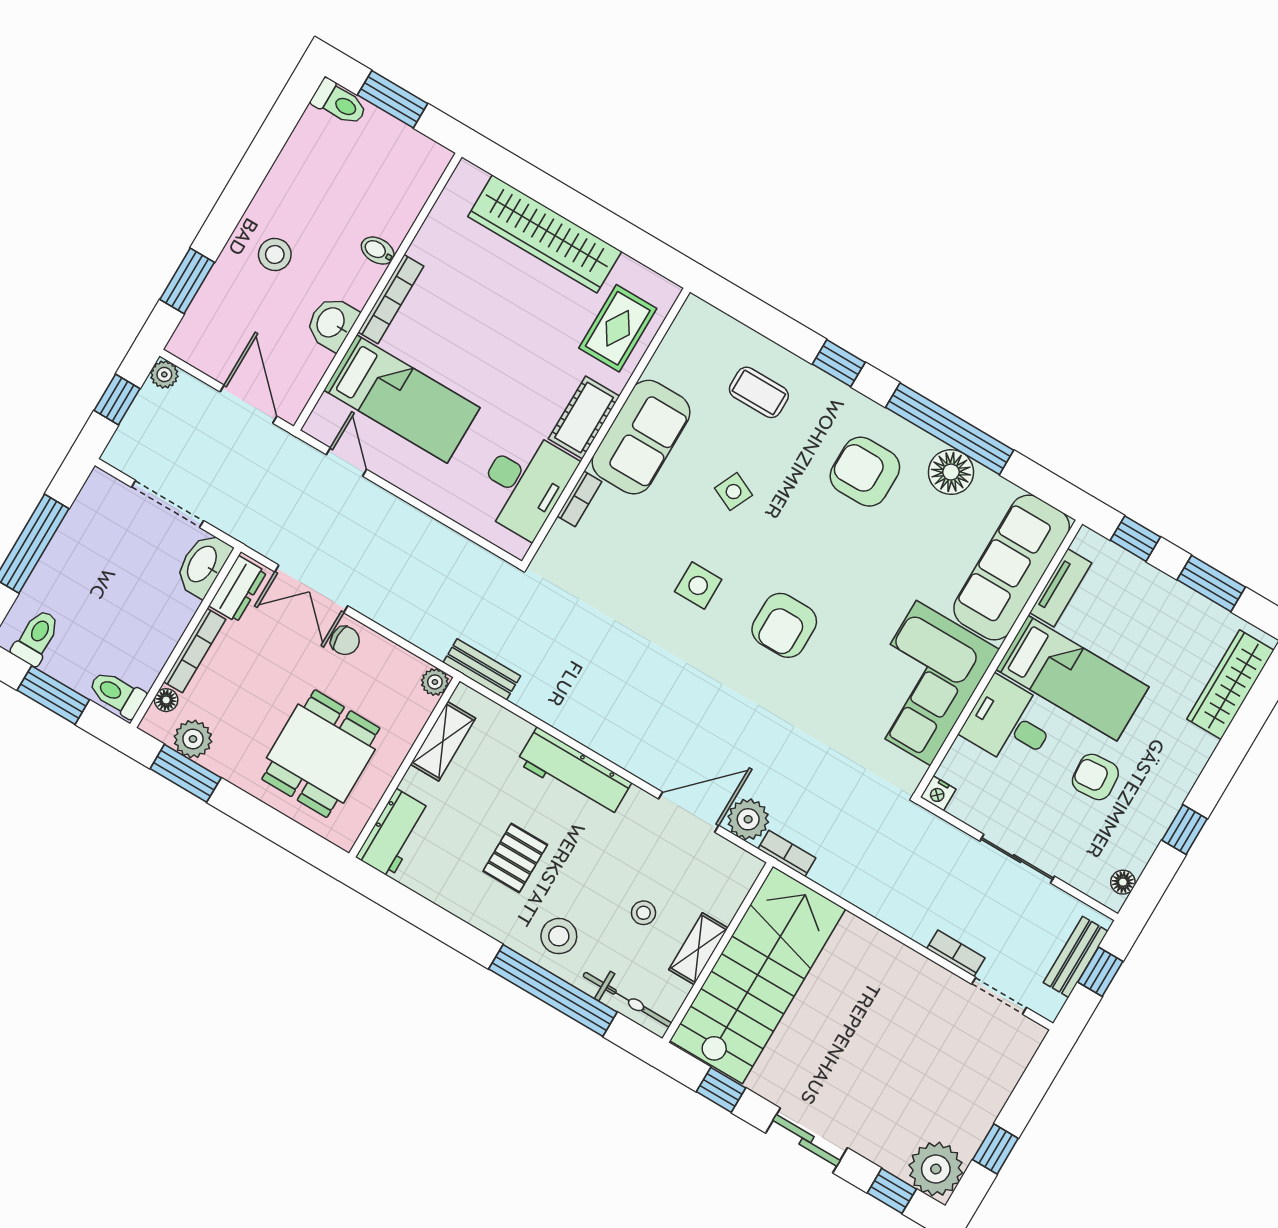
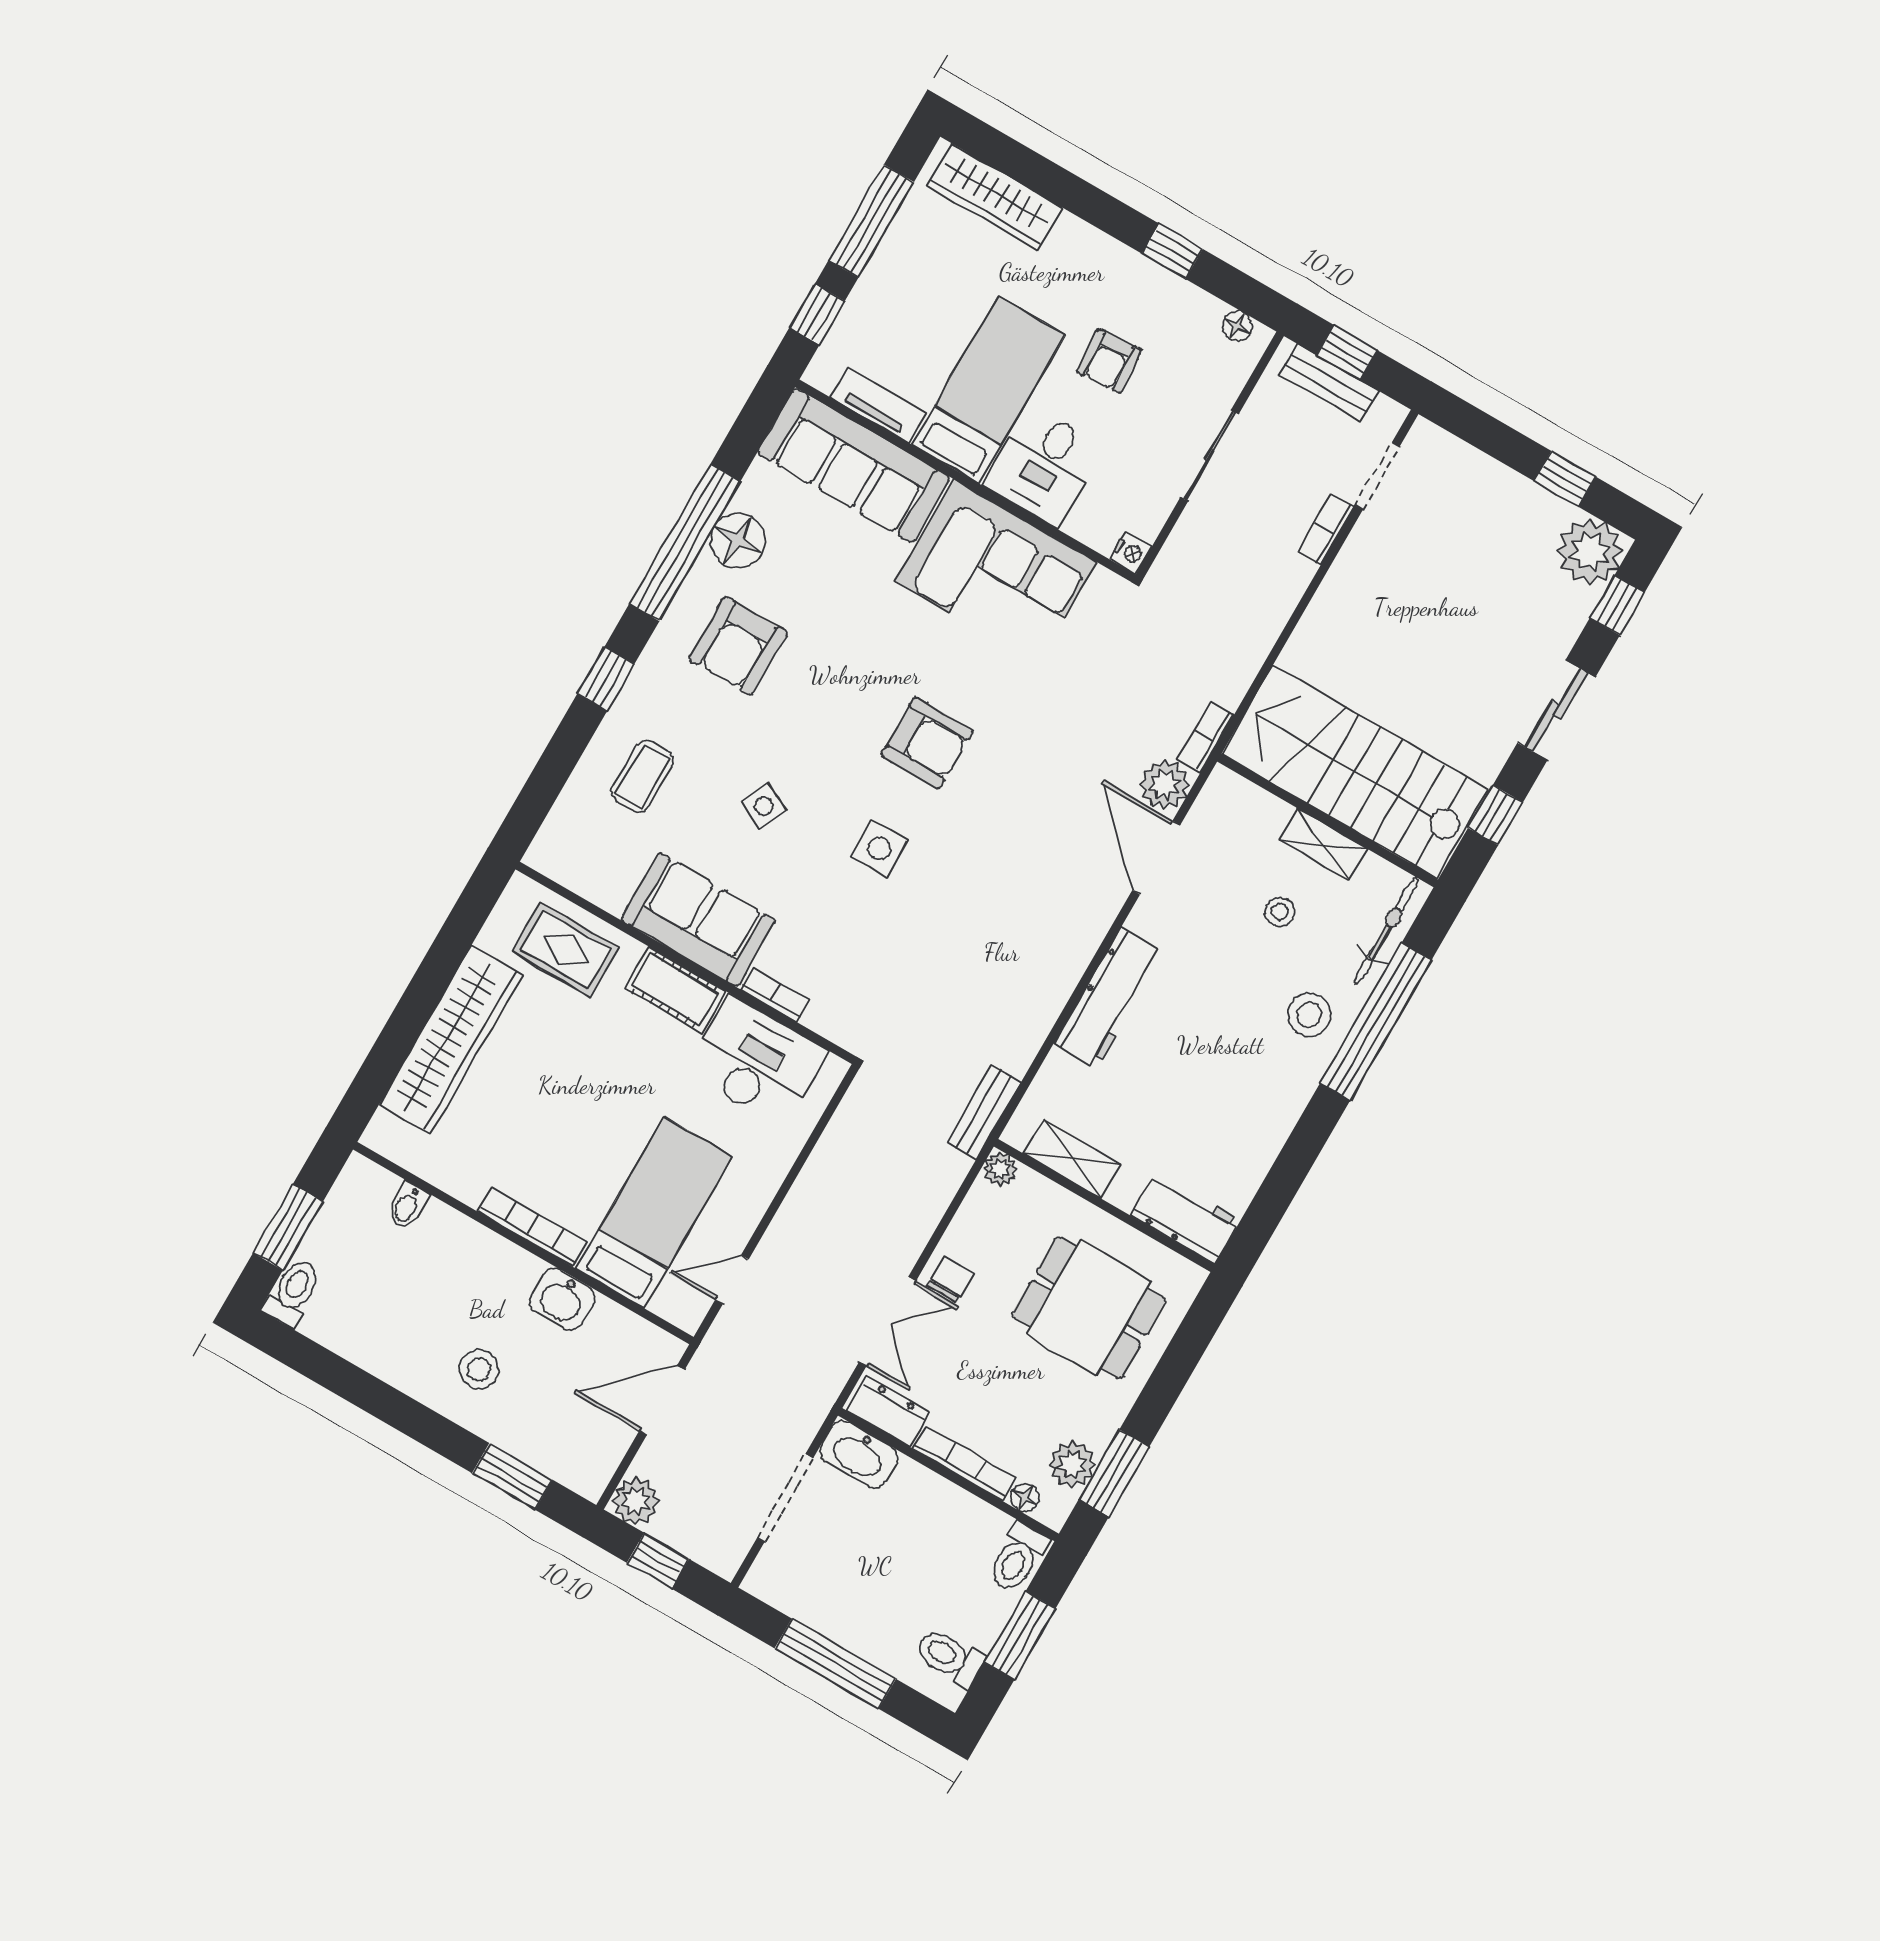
bidet: (378, 251) -> (407, 1205), moved
plant: (164, 374) -> (636, 1501), width x1.38, depth x1.38
window: (1211, 583) -> (871, 221), width x1.44
pallet: (515, 858) -> (1214, 1069), removed

